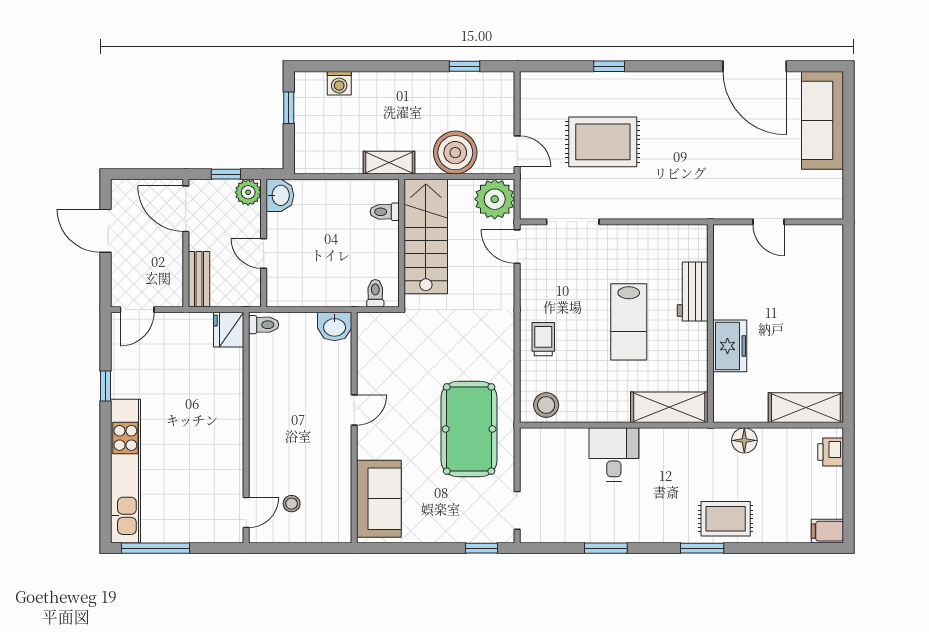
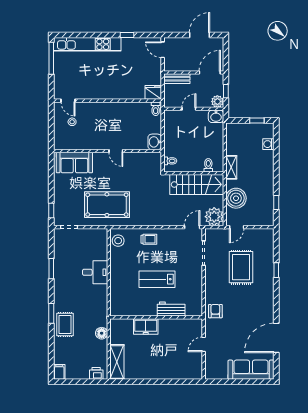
armchair: (697, 197) -> (215, 311), added
shelving: (669, 407) -> (117, 298), removed

